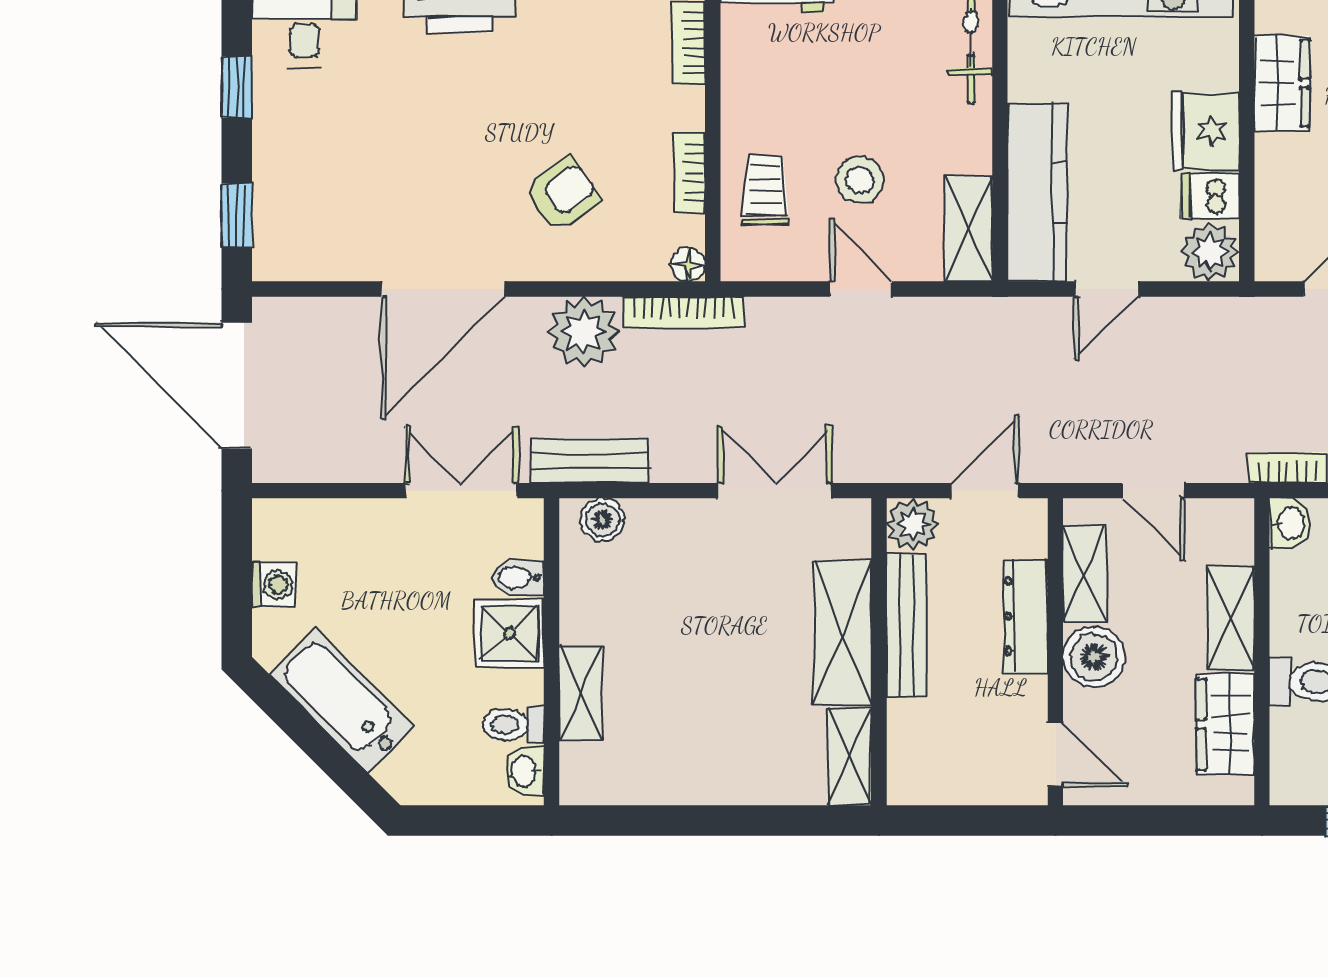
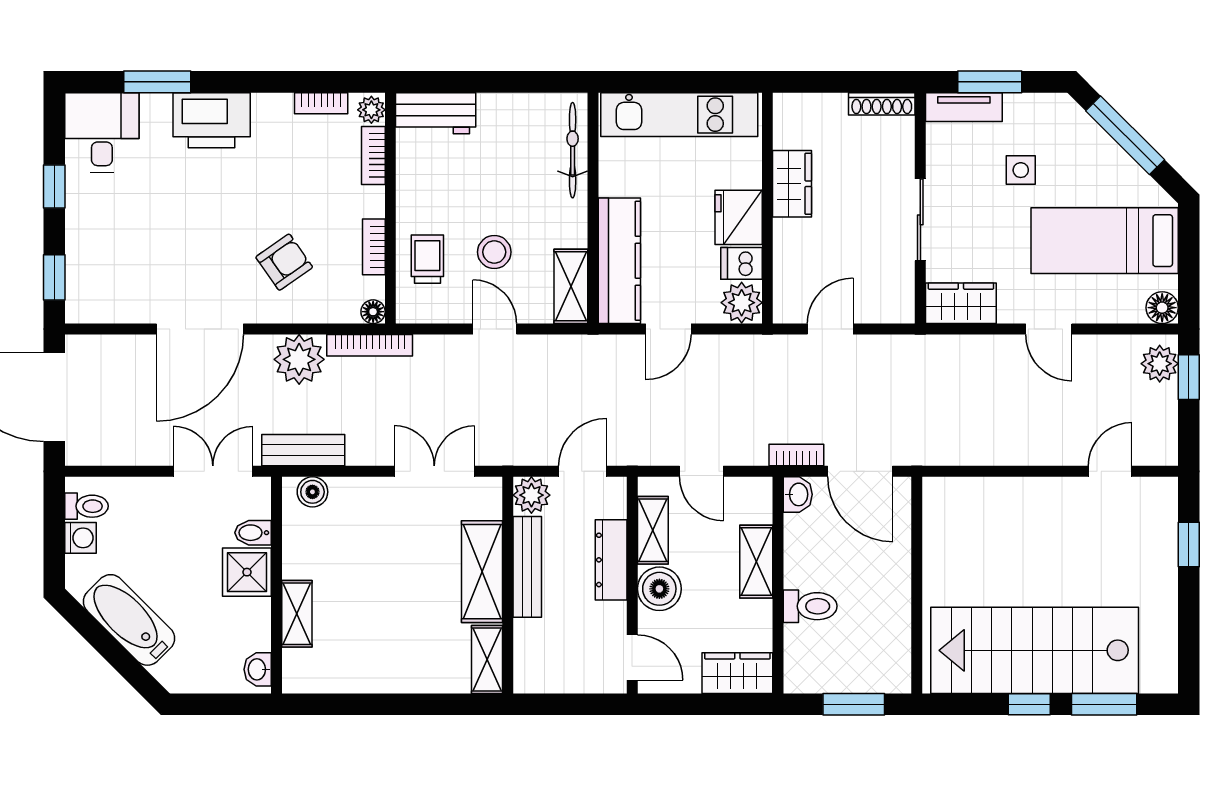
wardrobe: (1225, 724) -> (737, 673), moved, turned 90
toilet: (513, 725) -> (87, 506), moved, turned 180

